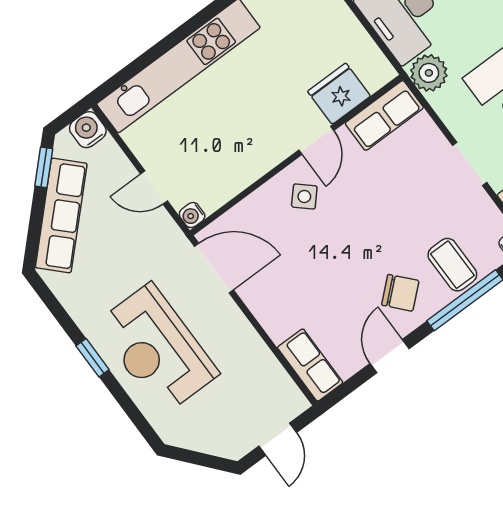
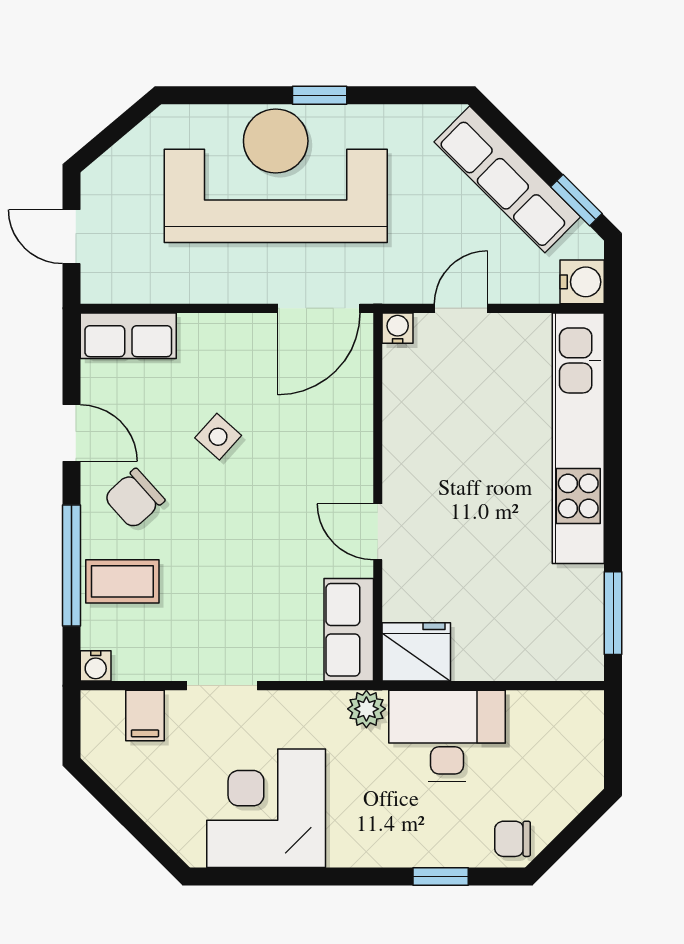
plant: (429, 73) -> (366, 709), width x0.73, depth x0.73
fridge: (339, 94) -> (416, 652), moved, turned -90
side table: (304, 196) -> (218, 437), moved
reception desk: (157, 349) -> (276, 176), width x1.36, depth x1.30

